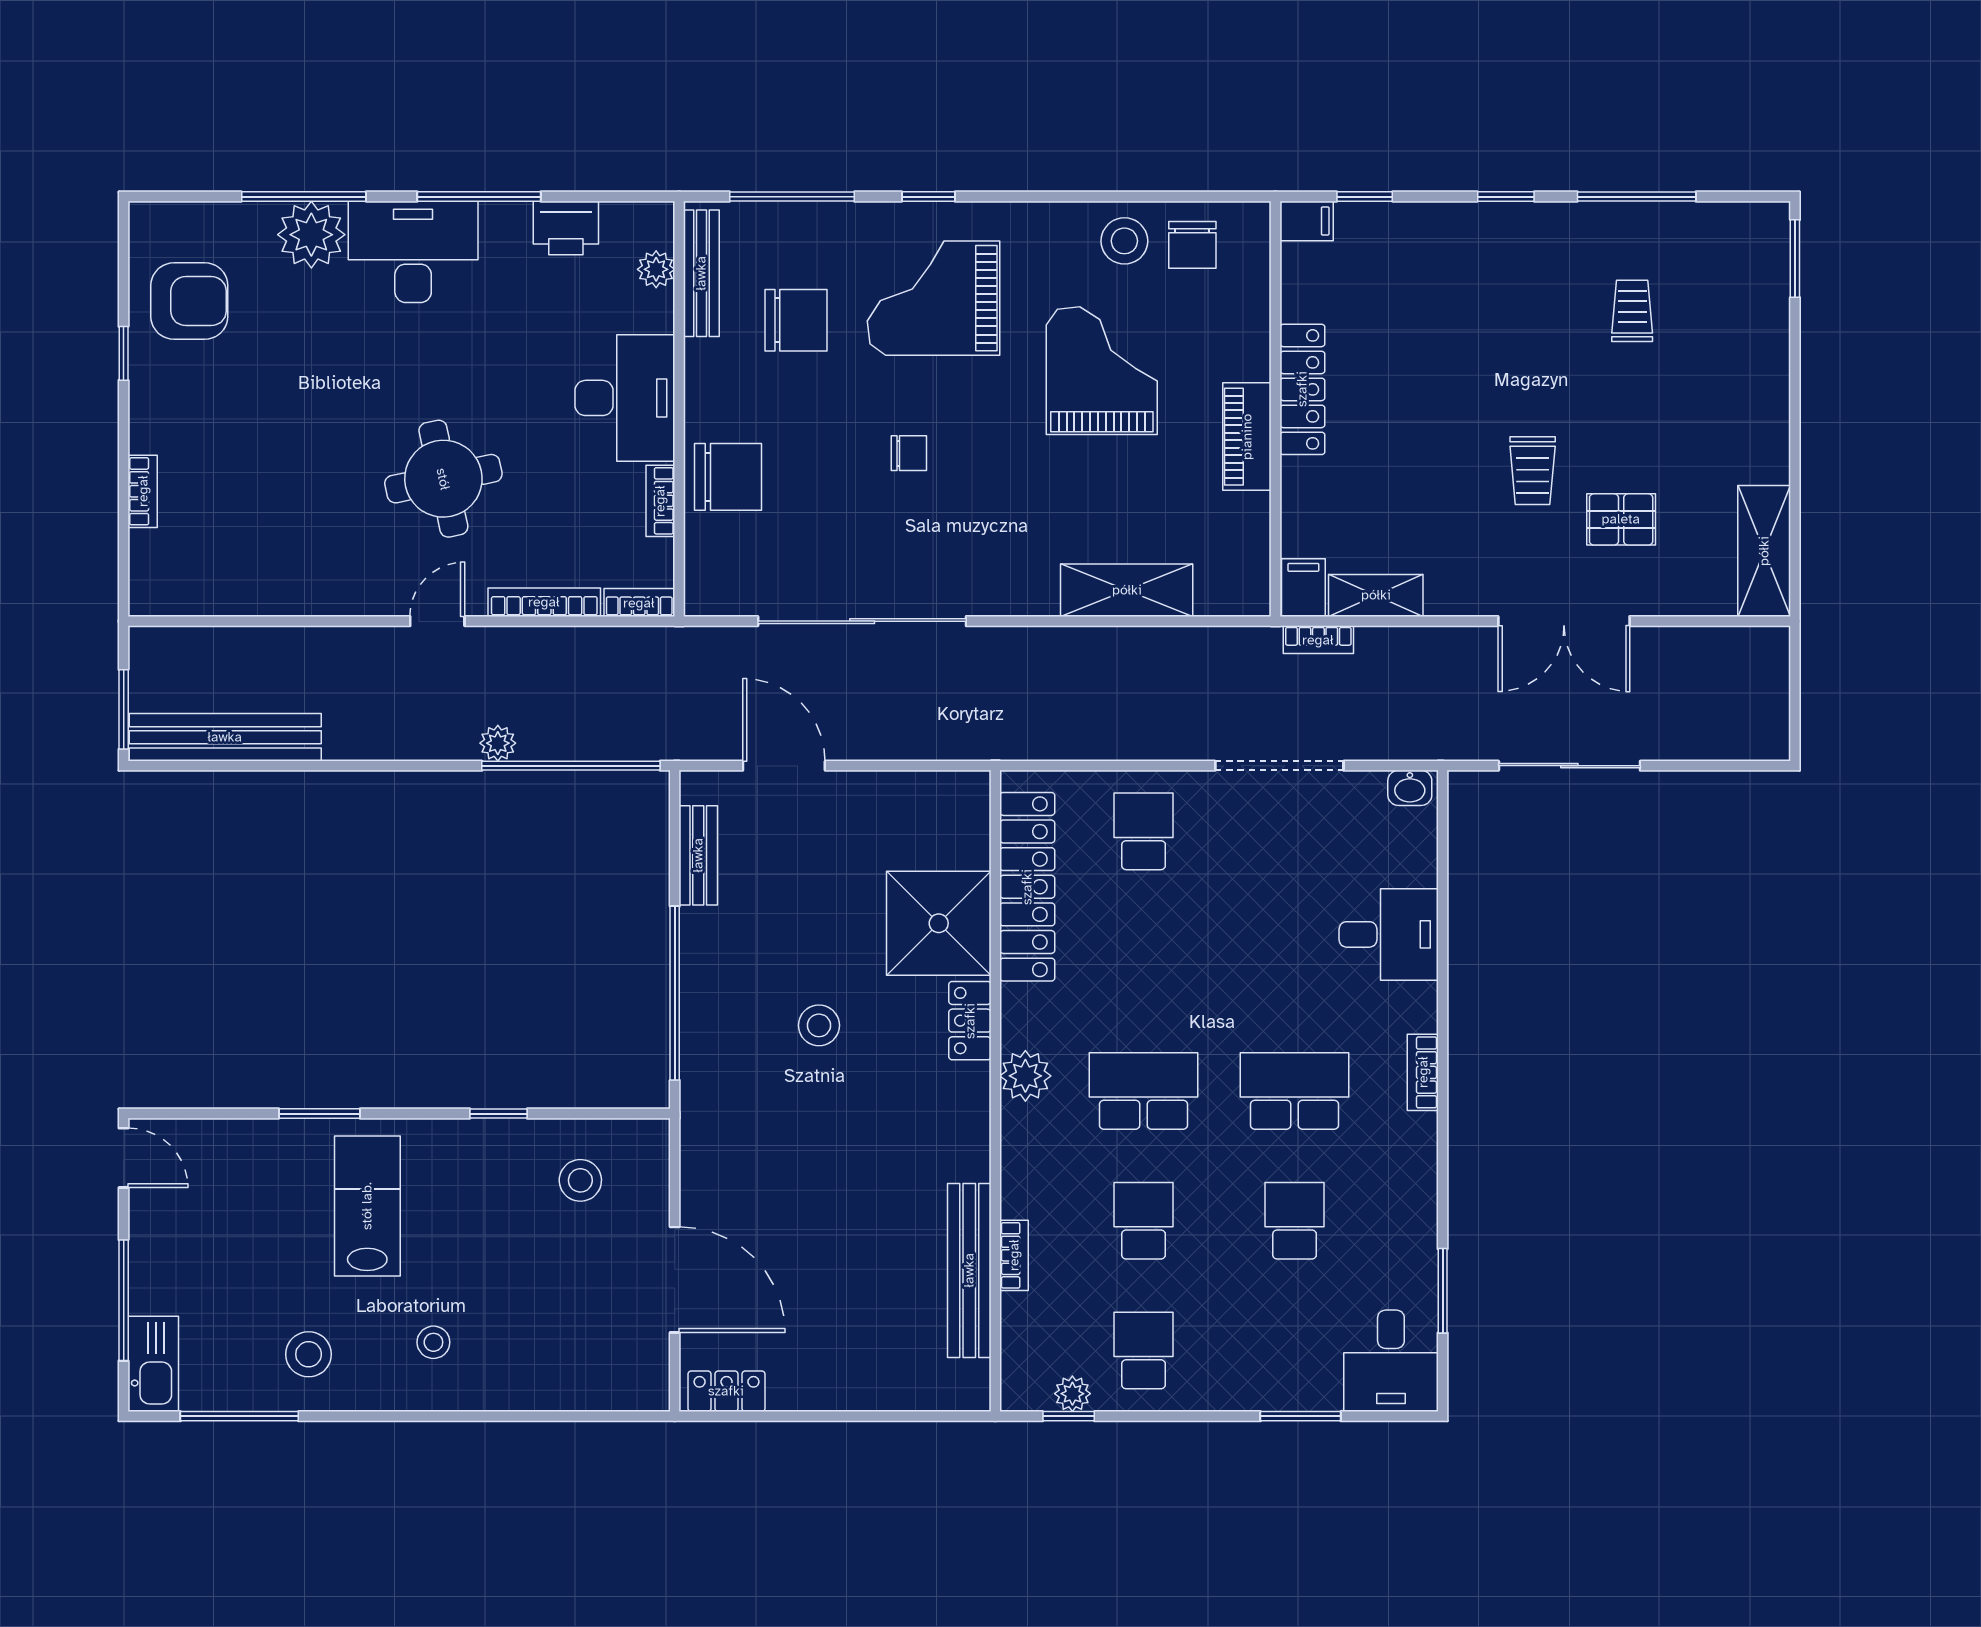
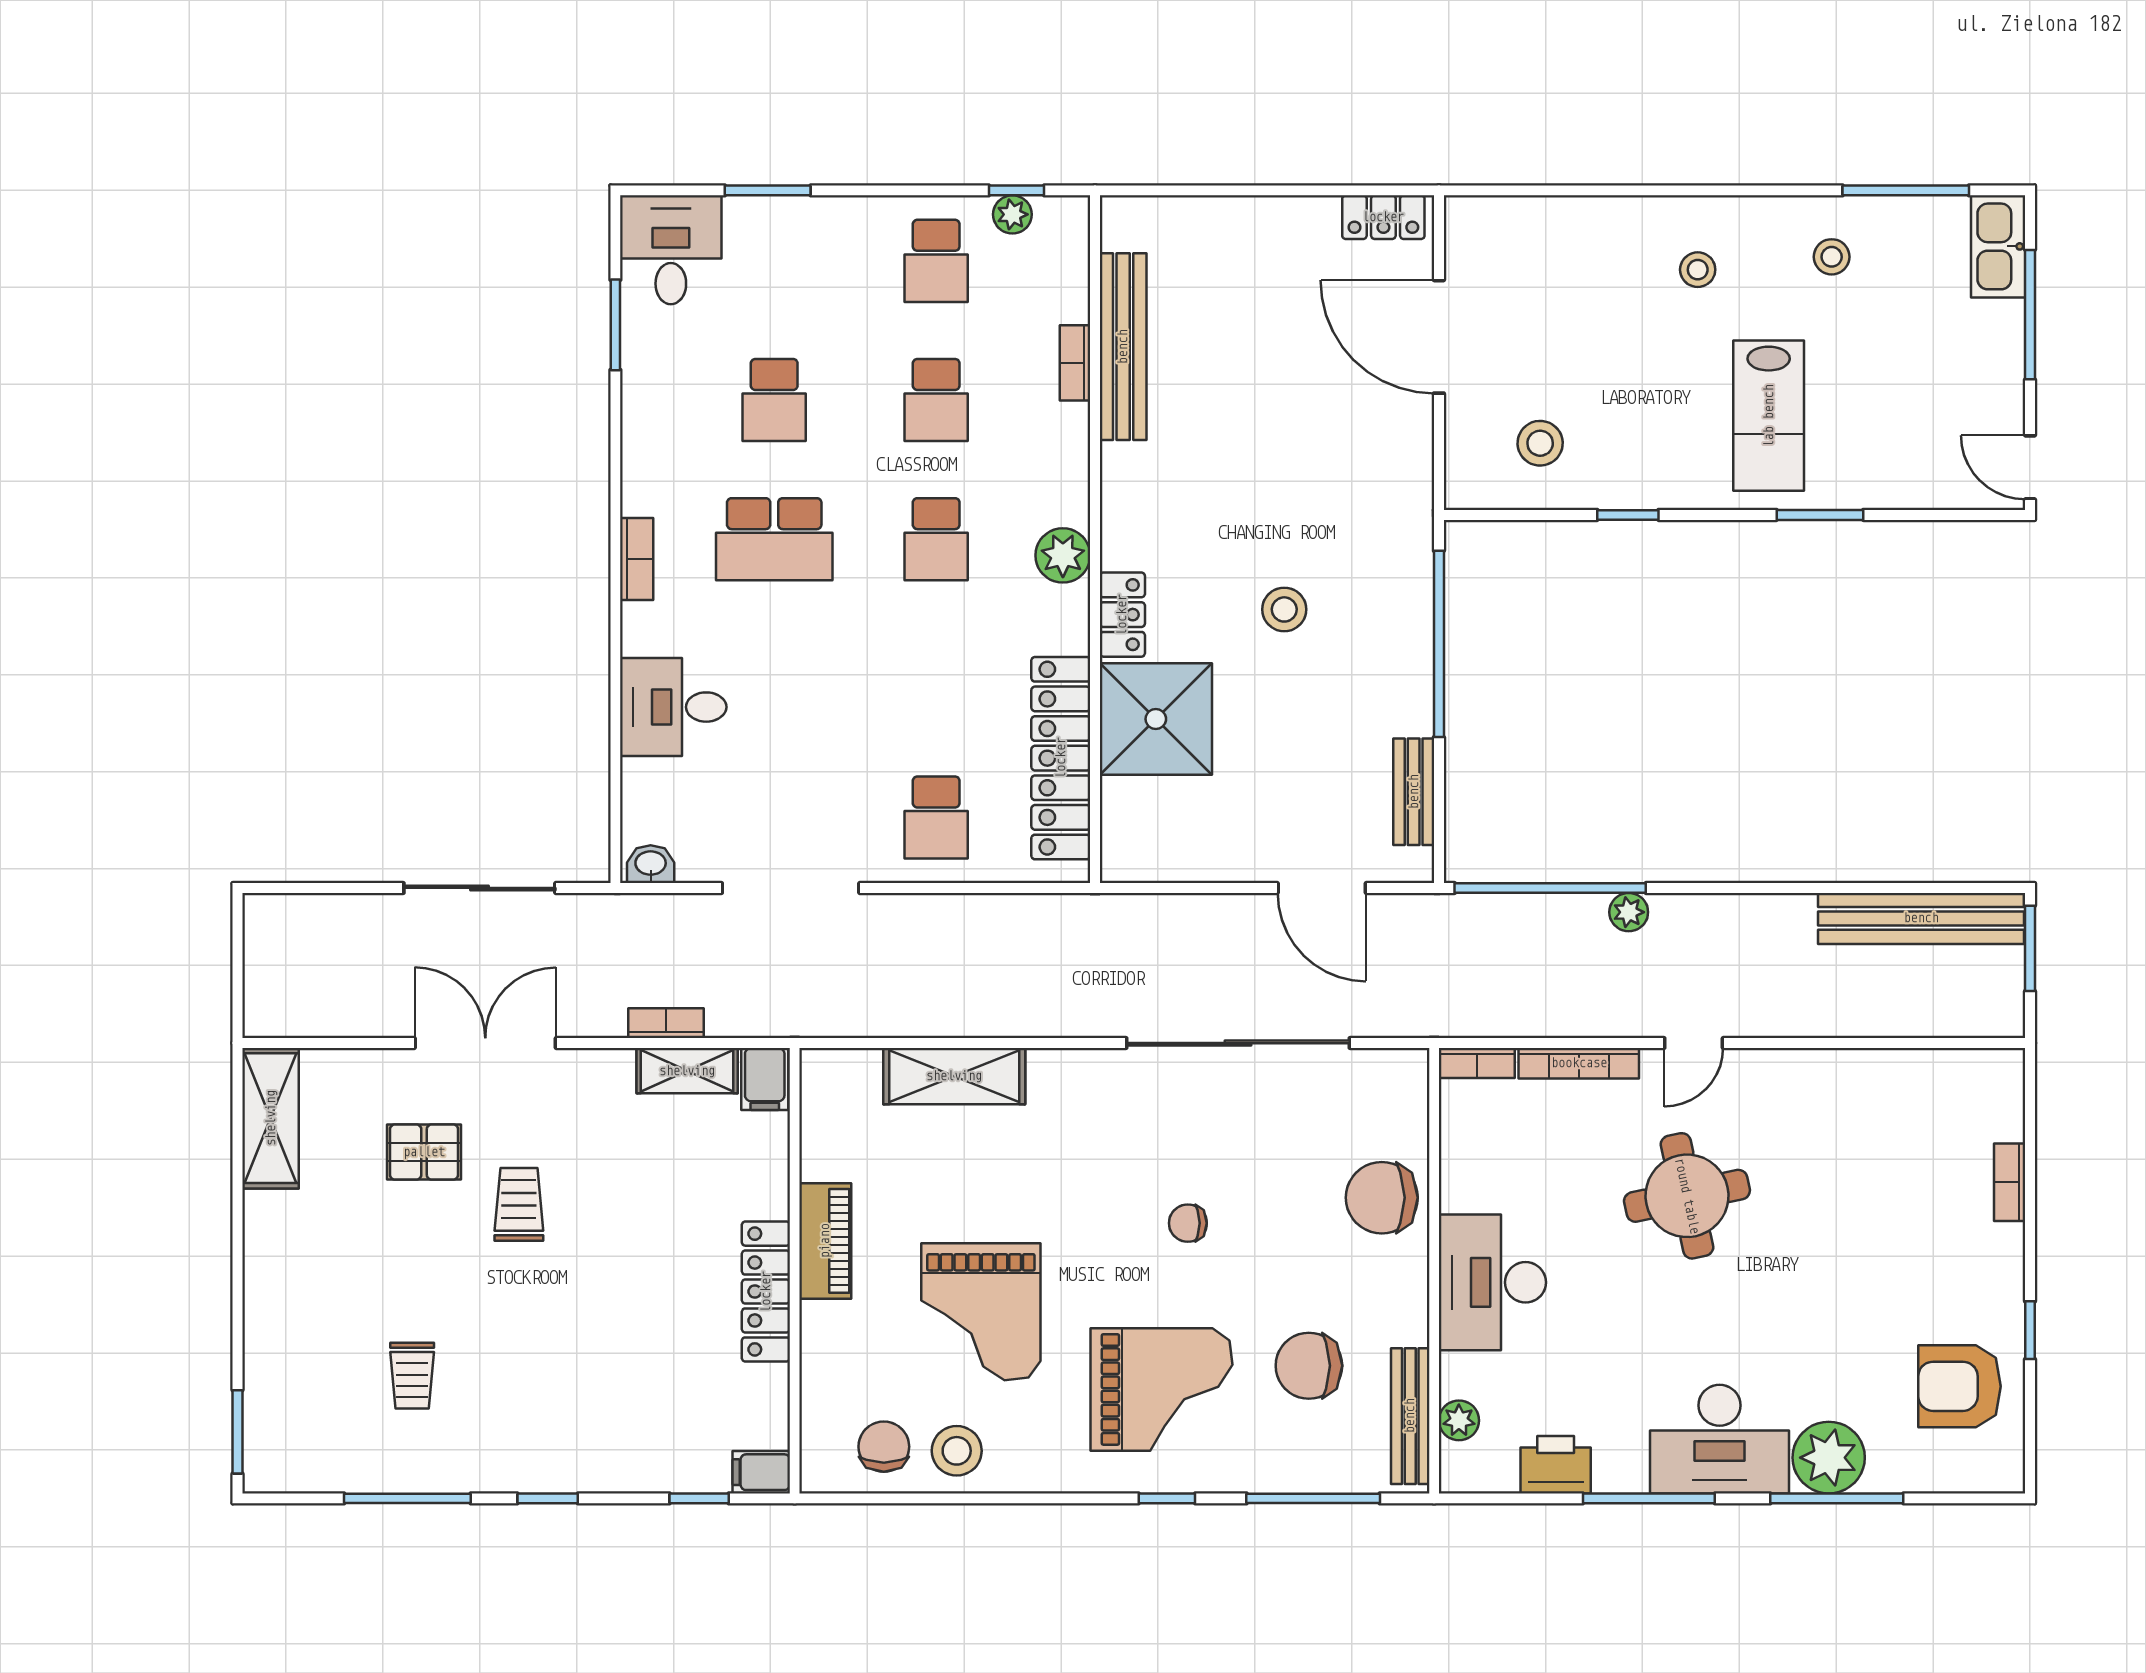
bookcase: (660, 501) -> (1454, 1172), removed
bookcase: (1318, 640) -> (666, 1023), moved
school desk: (1144, 1091) -> (936, 539), width x0.54
stool: (309, 1354) -> (1832, 257), width x0.73, depth x0.73

